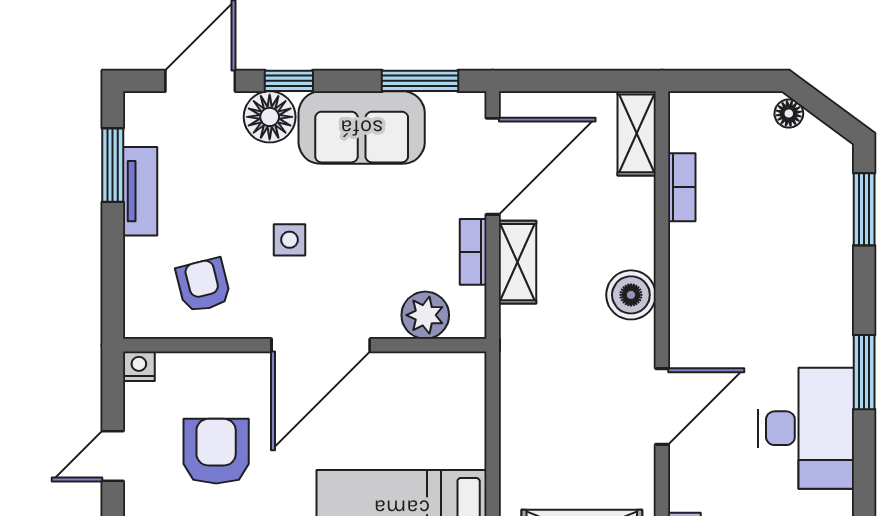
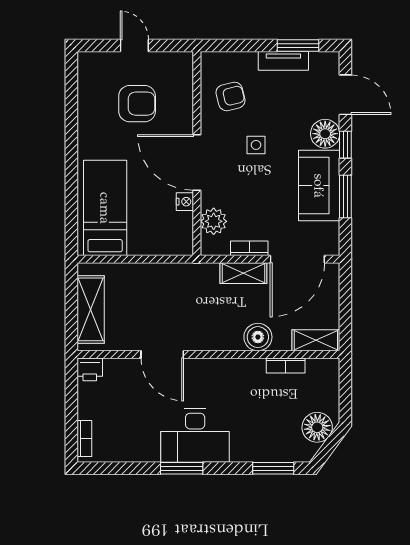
window: (420, 81) -> (345, 197), moved
floor lamp: (789, 114) -> (317, 427), width x1.89, depth x1.89
door: (493, 166) -> (297, 259), hinge flipped
boiler: (631, 295) -> (258, 337), moved
nightstand: (139, 366) -> (185, 202), moved
desk: (806, 428) -> (195, 436), moved

